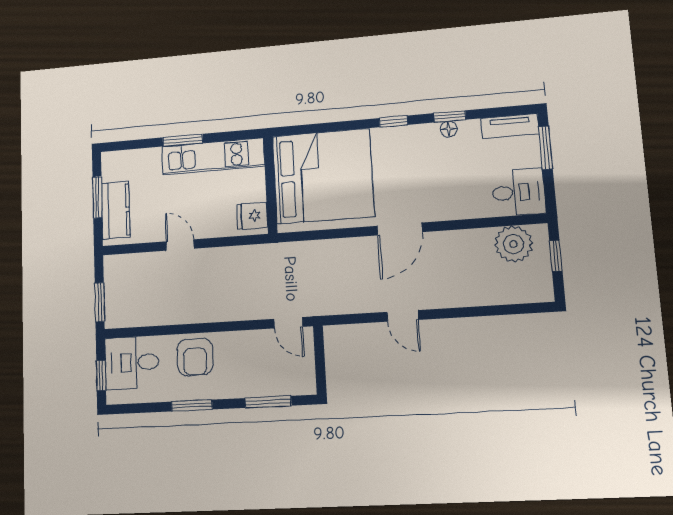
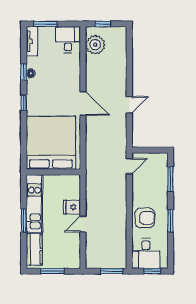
kitchen counter: (116, 210) -> (34, 249), moved, turned 90
fridge: (252, 216) -> (72, 207), moved, turned 90

